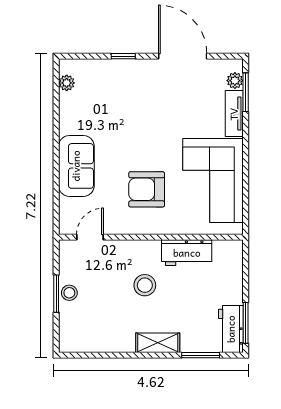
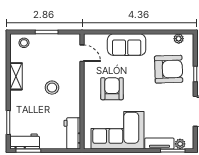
armchair: (115, 99) -> (169, 69), added
workbench: (187, 253) -> (72, 133), moved
stool: (69, 293) -> (24, 43), moved
shelving: (158, 343) -> (16, 76), moved

